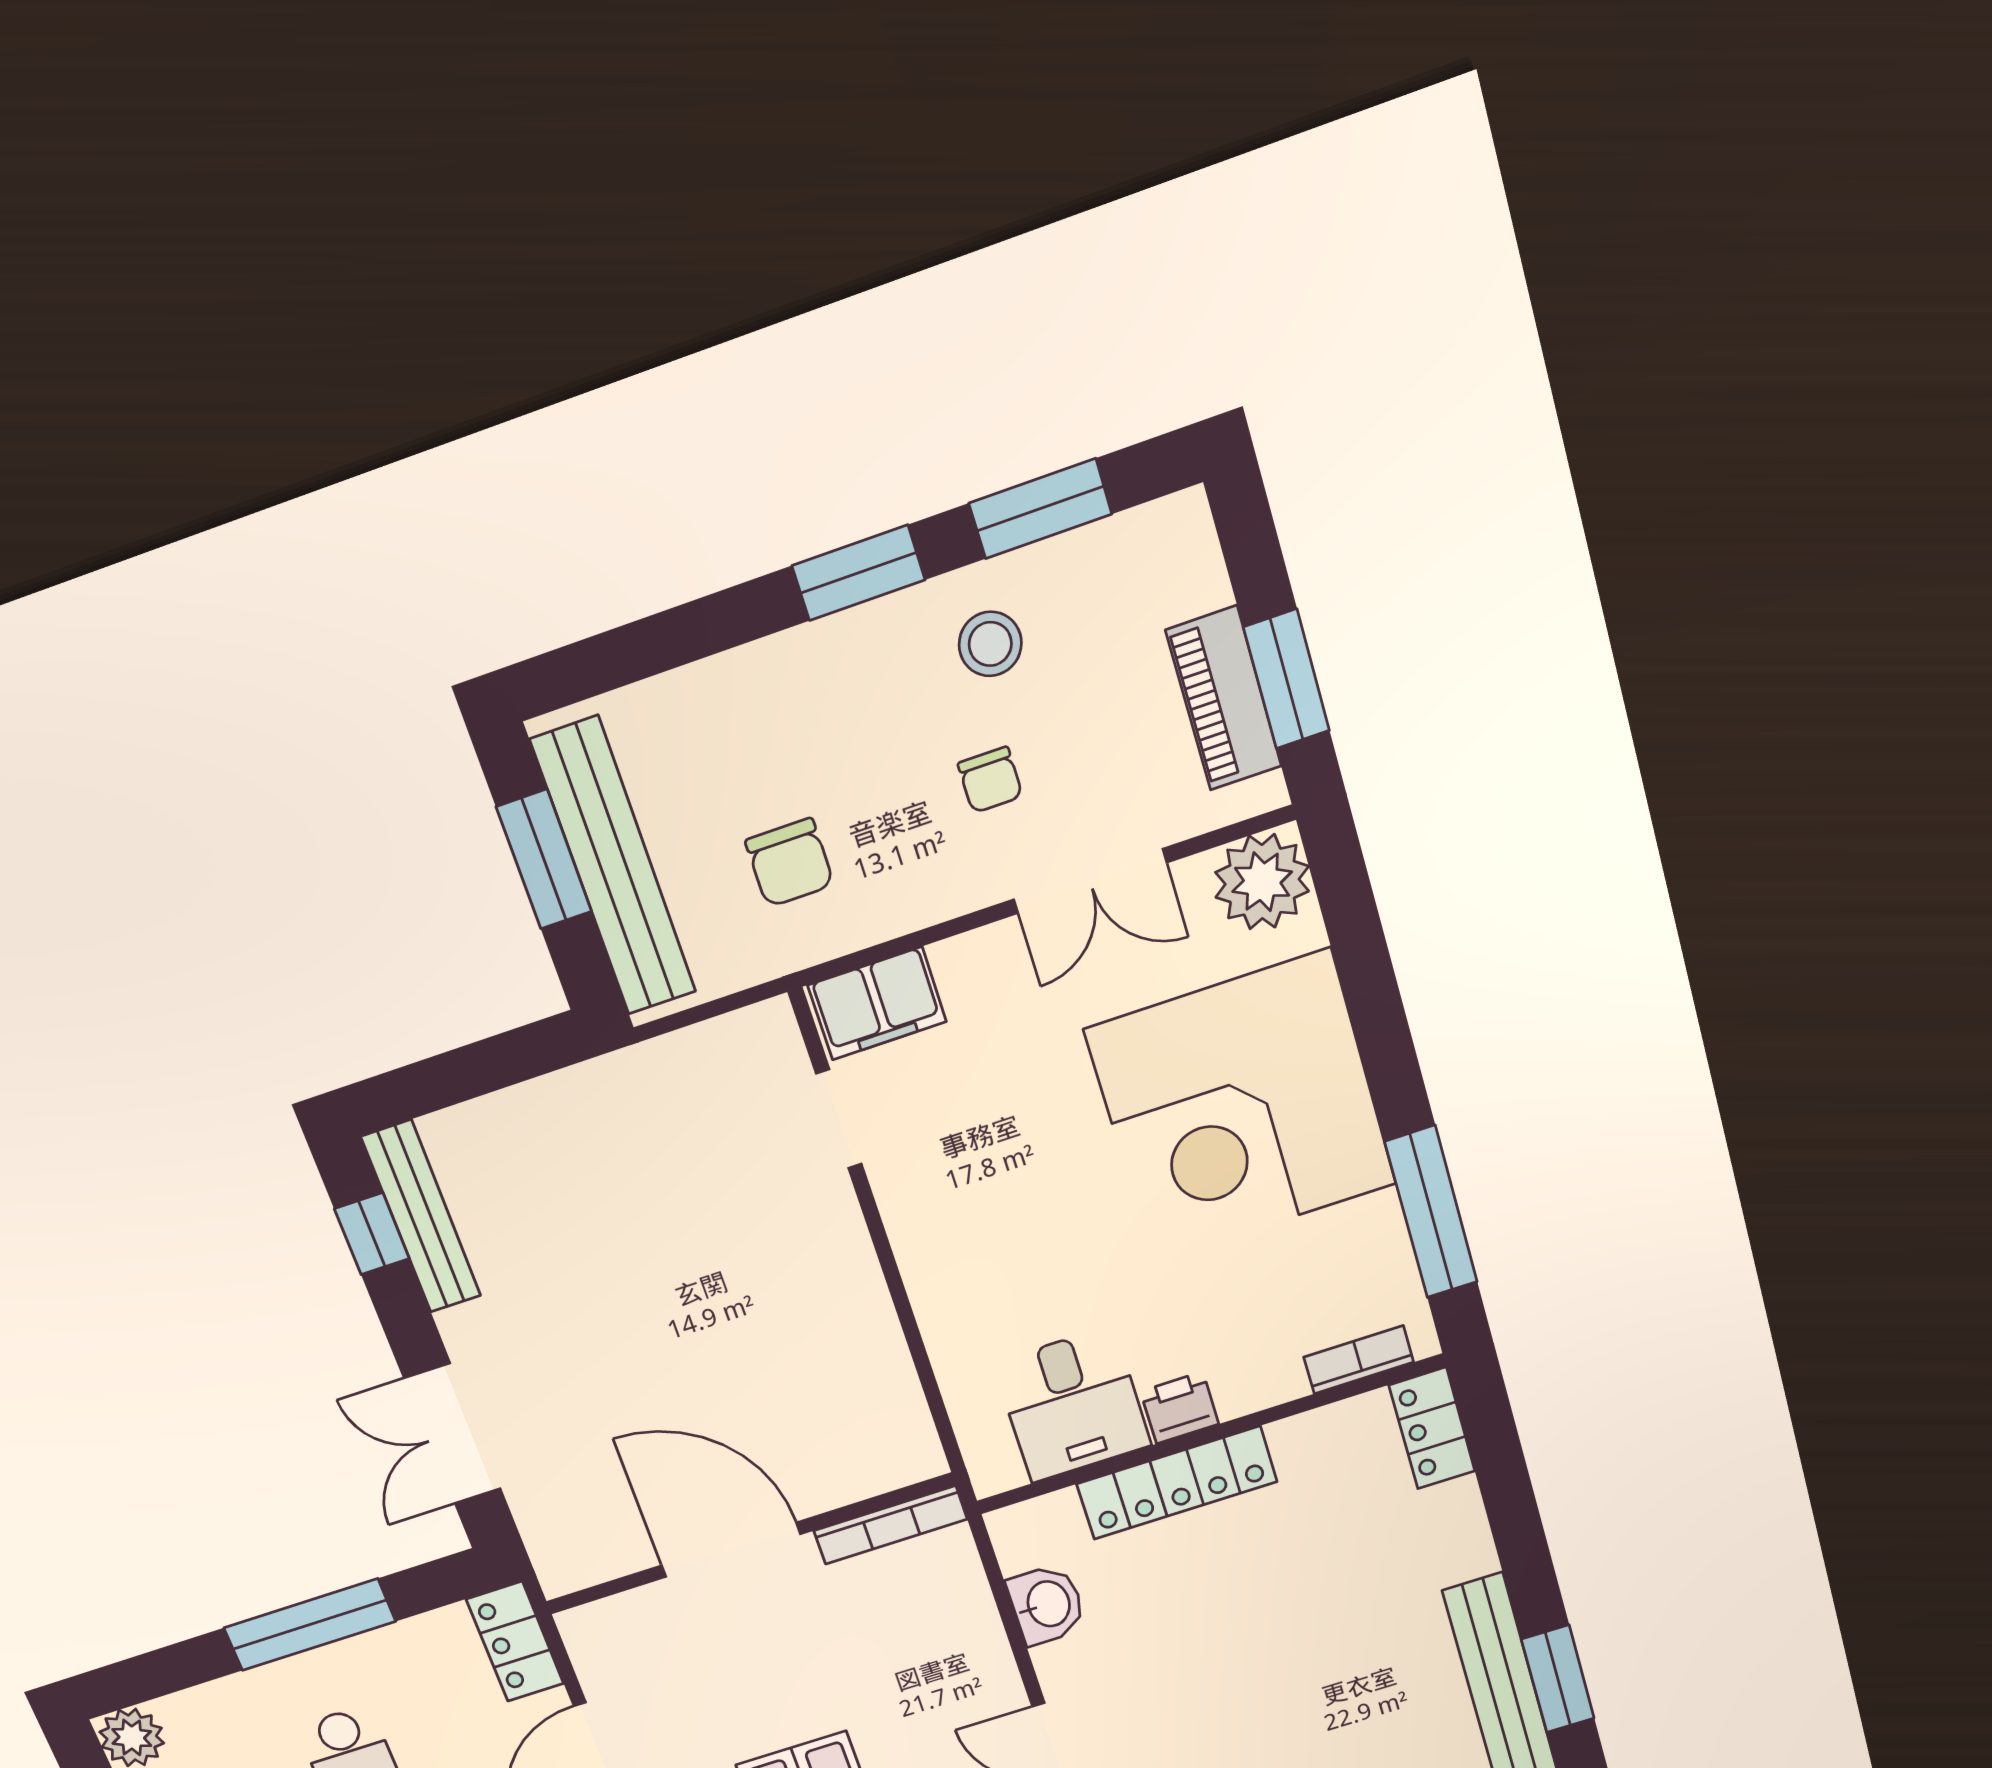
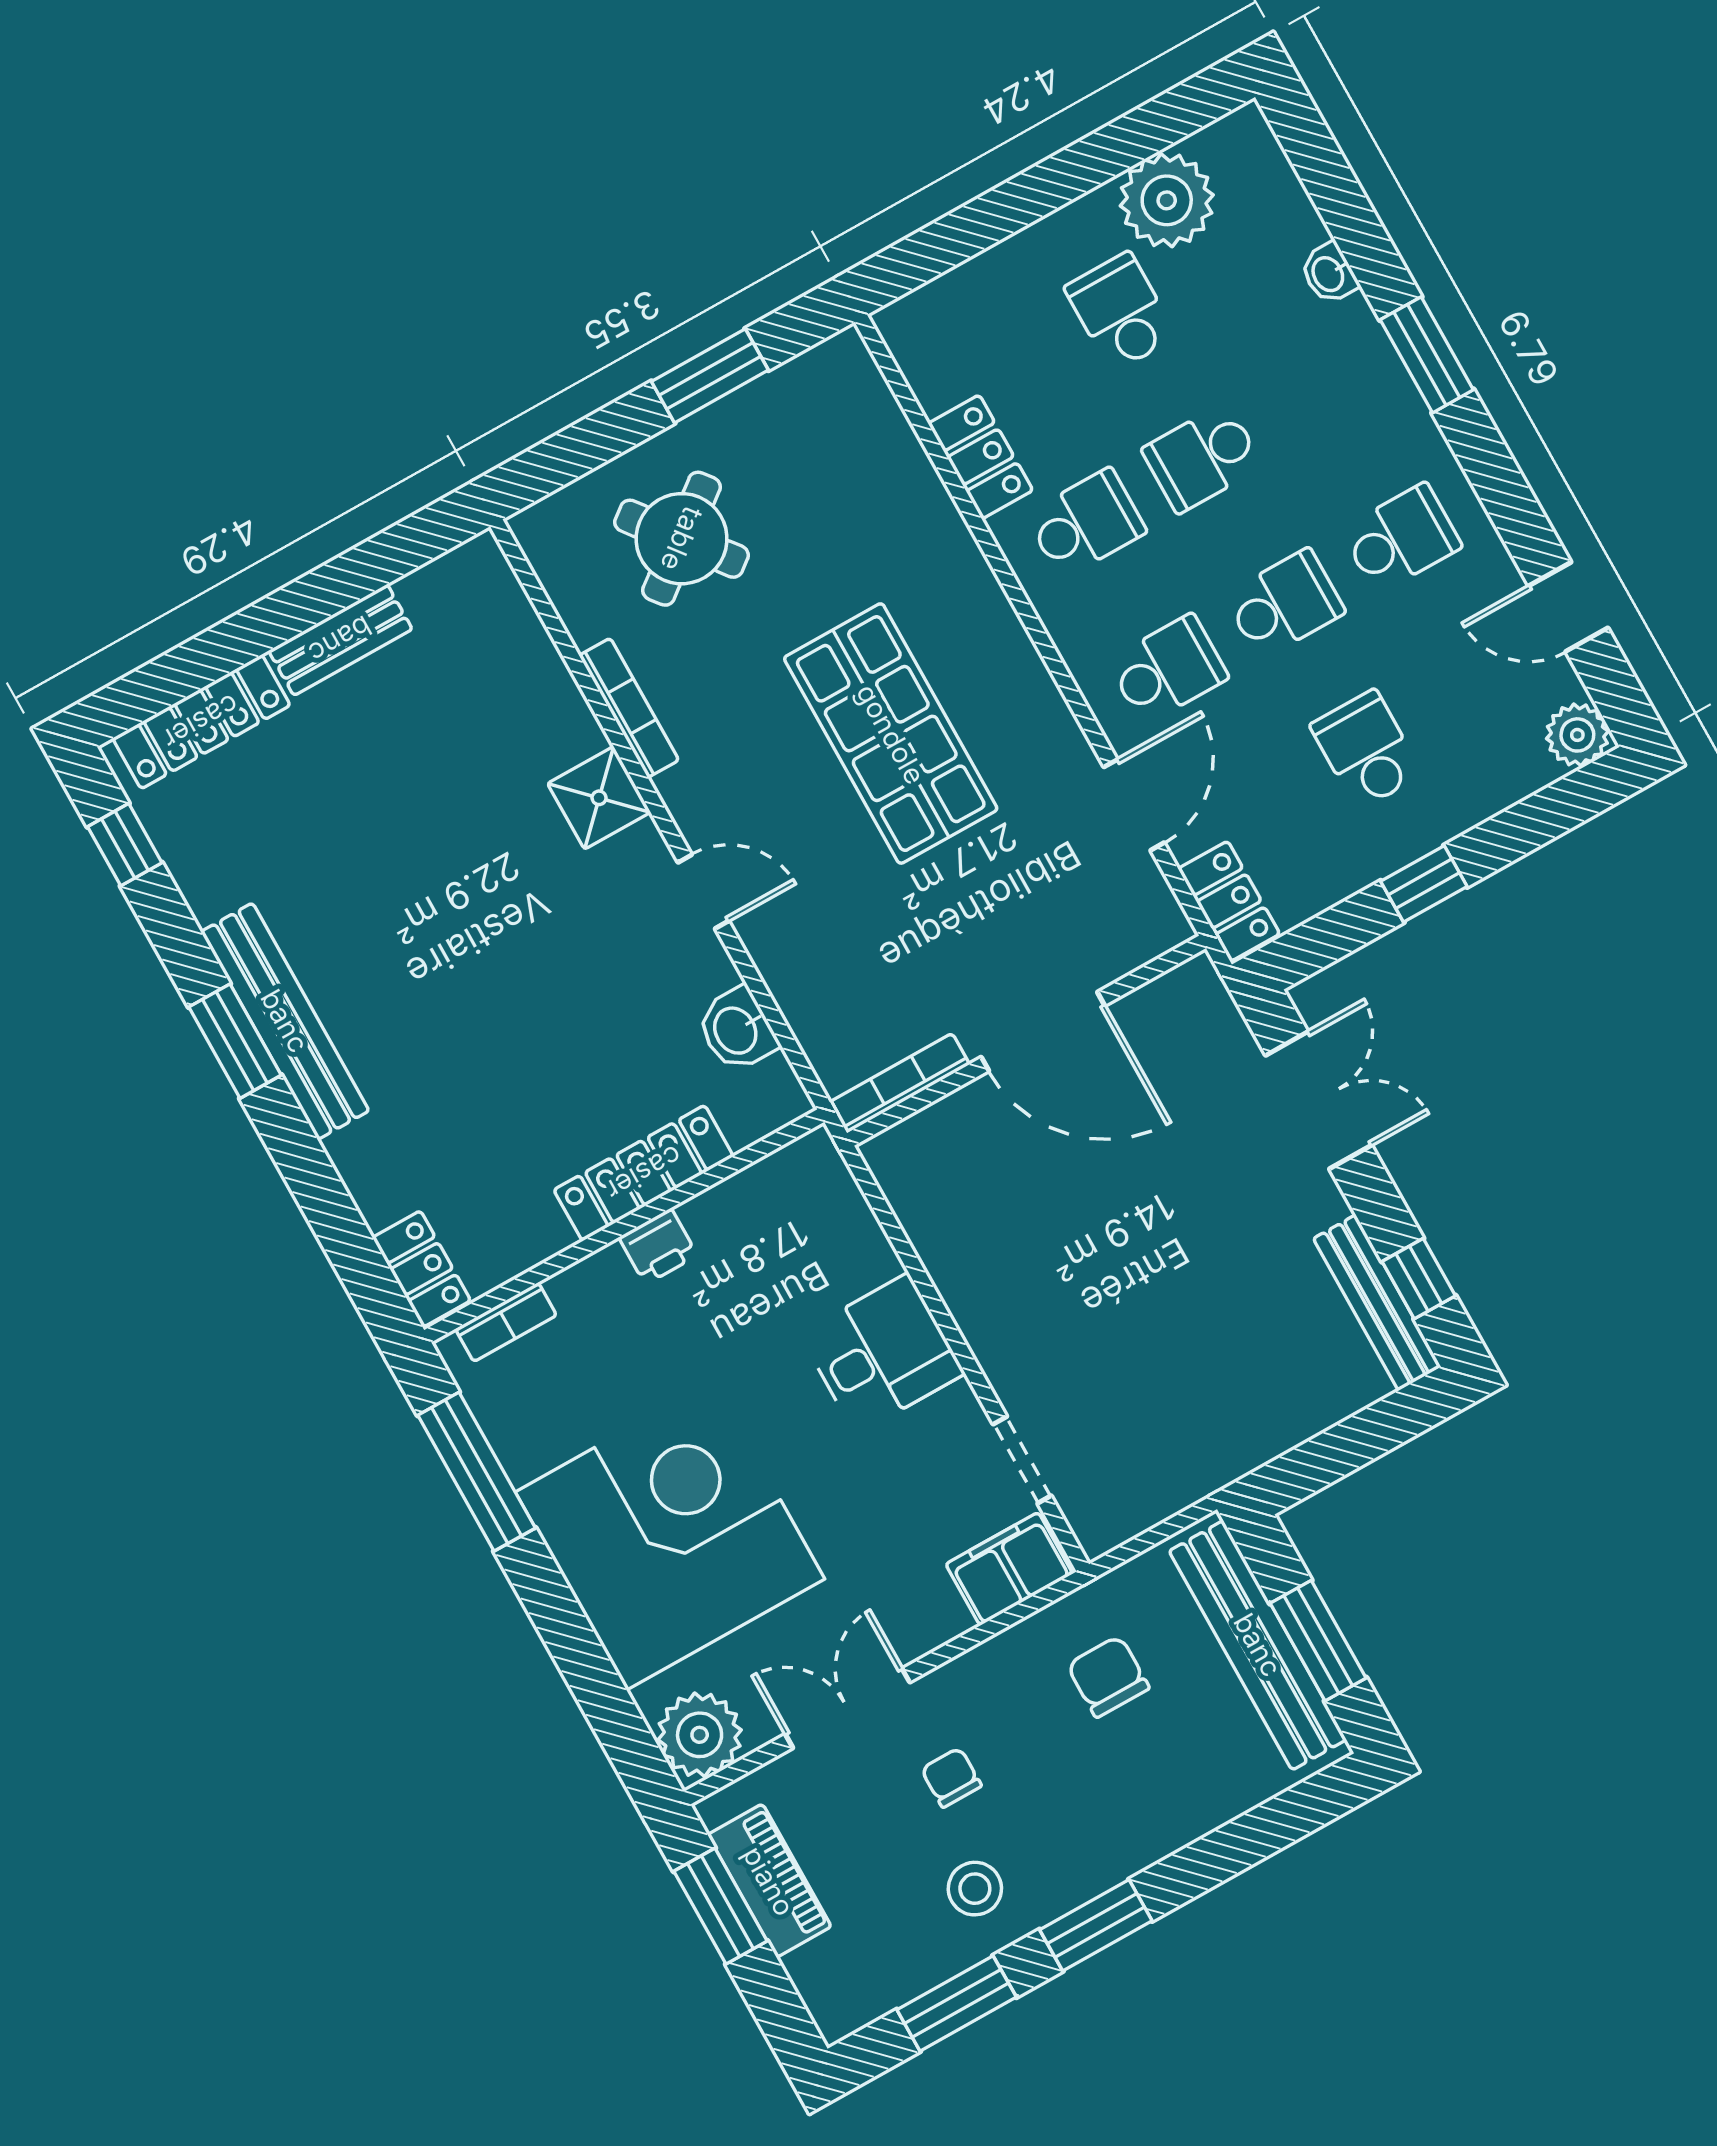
desk: (1072, 1404) -> (882, 1354), moved, turned 90
window: (310, 1625) -> (1424, 884), width x0.46

